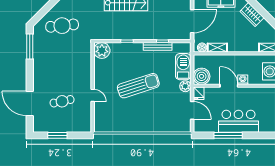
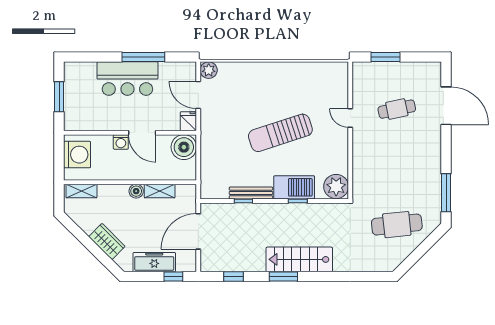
boiler: (202, 47) -> (136, 191), moved
barbecue: (183, 67) -> (294, 187), moved, turned -90
plant: (185, 86) -> (209, 70), moved
window: (57, 135) -> (385, 57), moved

